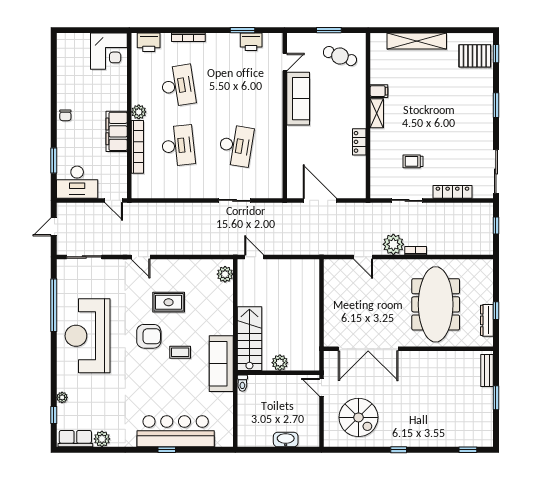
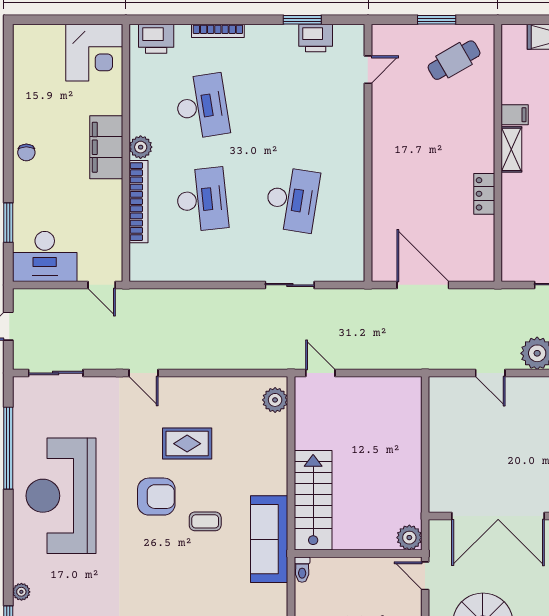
cafe table: (340, 56) -> (454, 60), turned -50
sofa: (298, 99) -> (389, 126), removed
filing cabinet: (117, 131) -> (106, 147), moved
plant: (280, 363) -> (409, 538), moved

